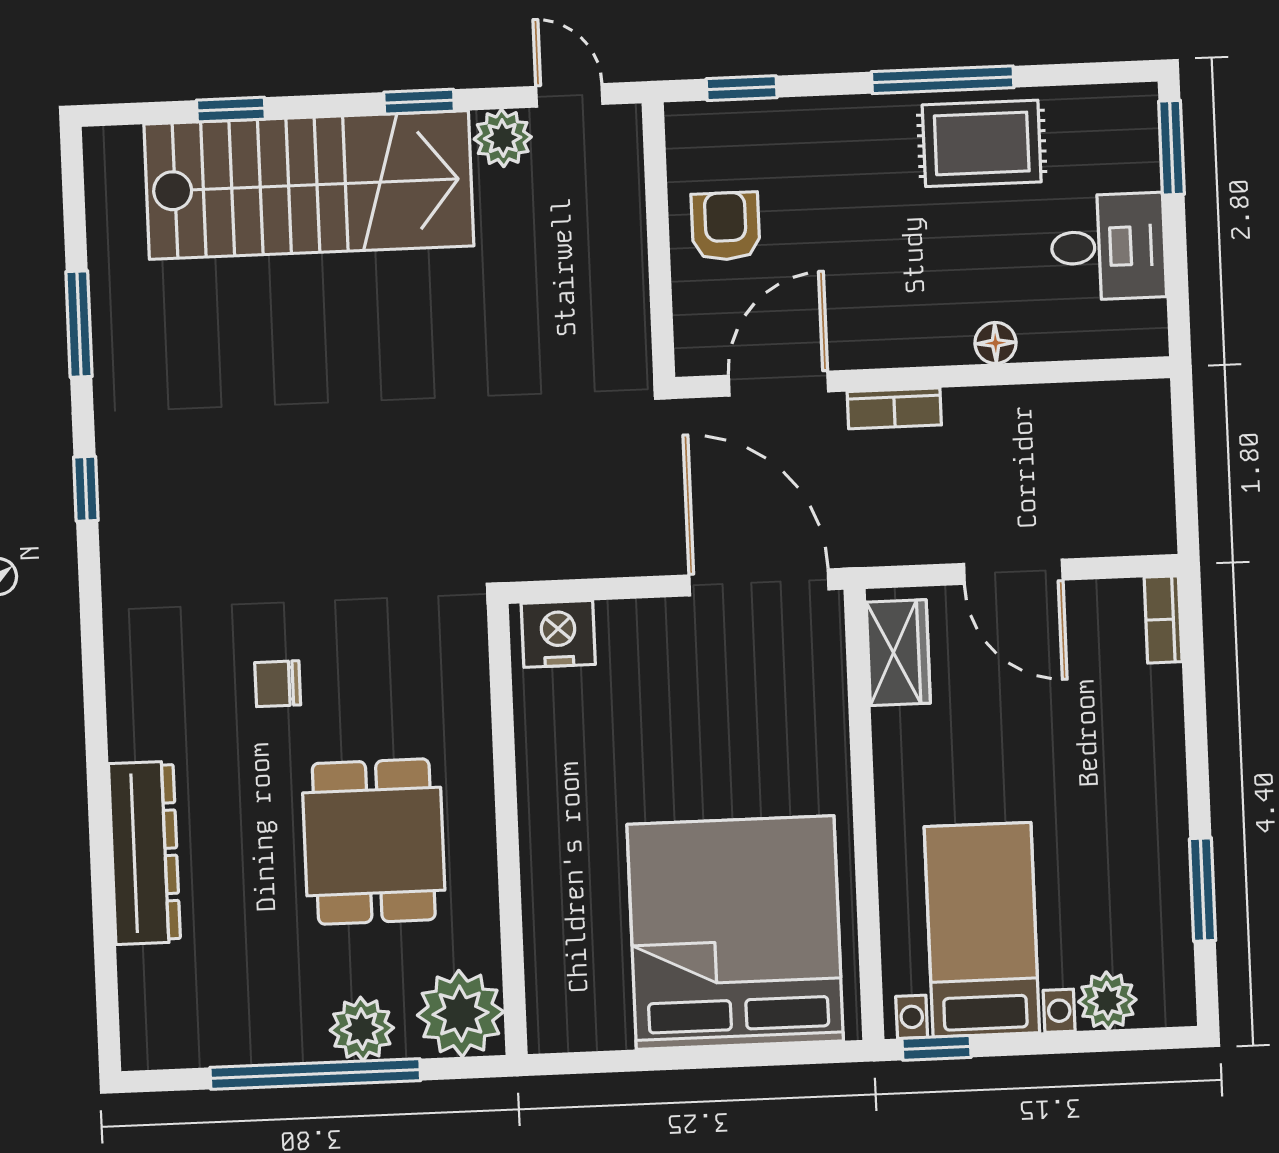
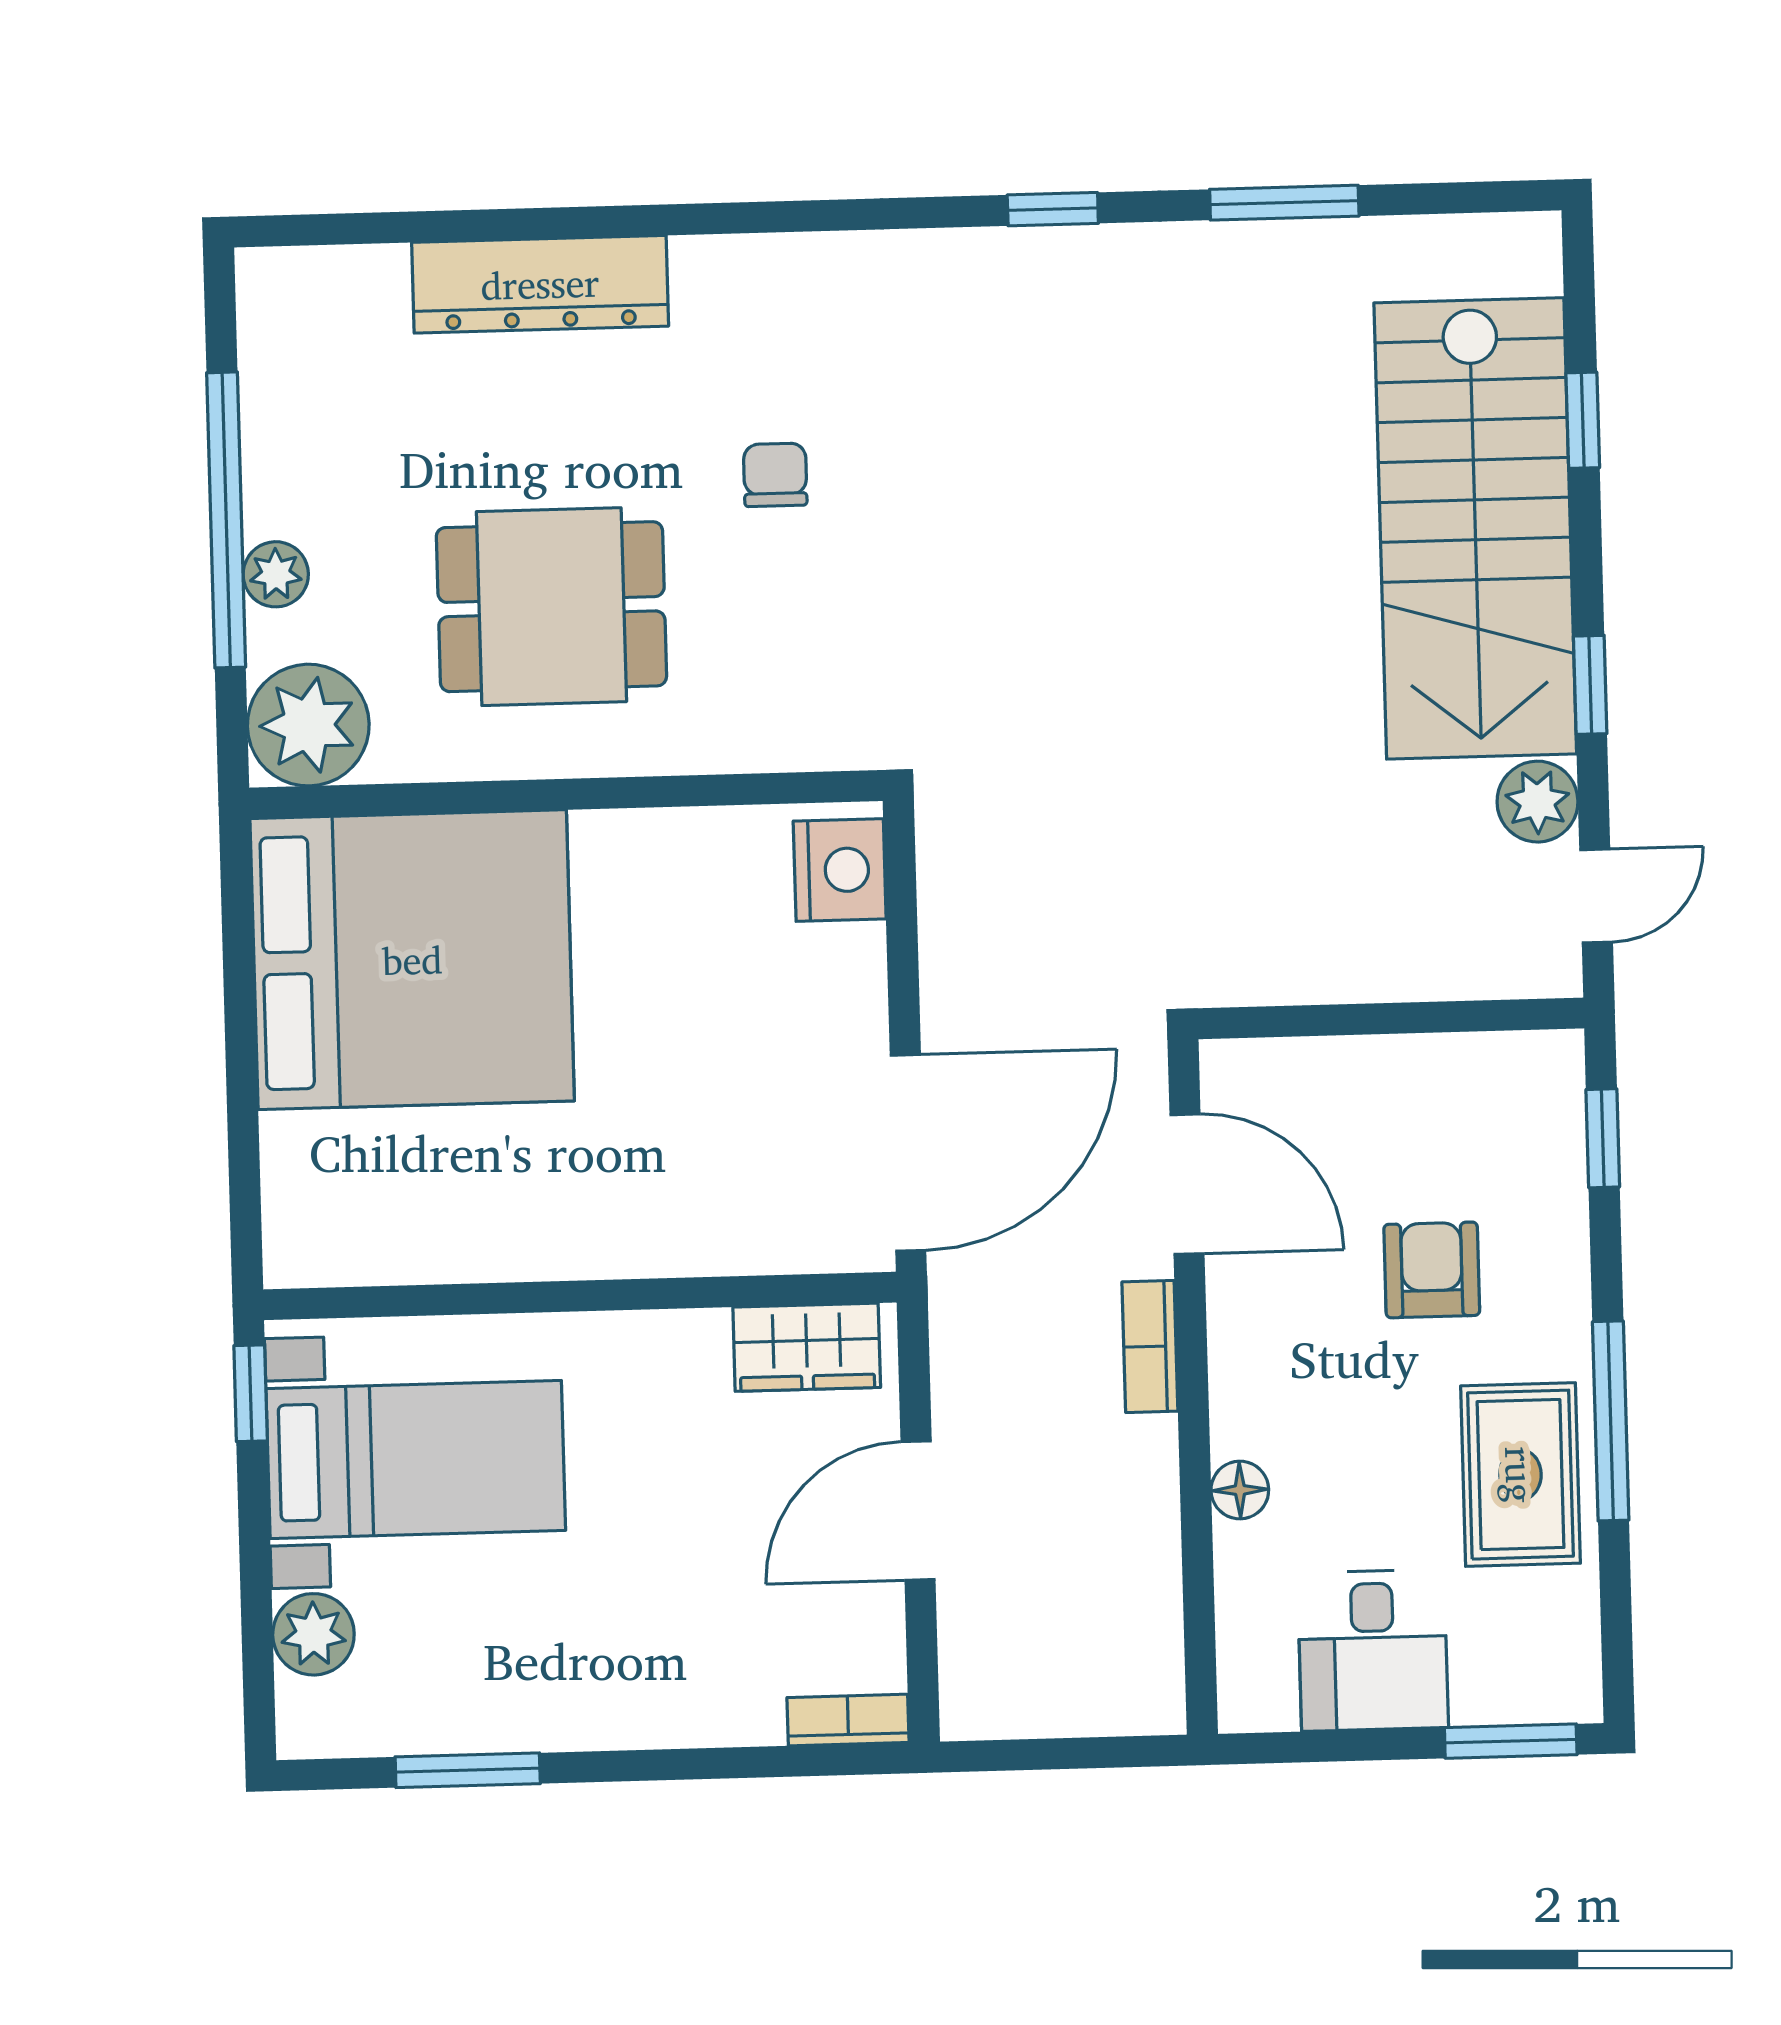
armchair: (725, 226) -> (1432, 1270), moved, turned -90
bed: (735, 933) -> (412, 960), moved
plant: (362, 1029) -> (276, 574), width x0.73, depth x0.73

